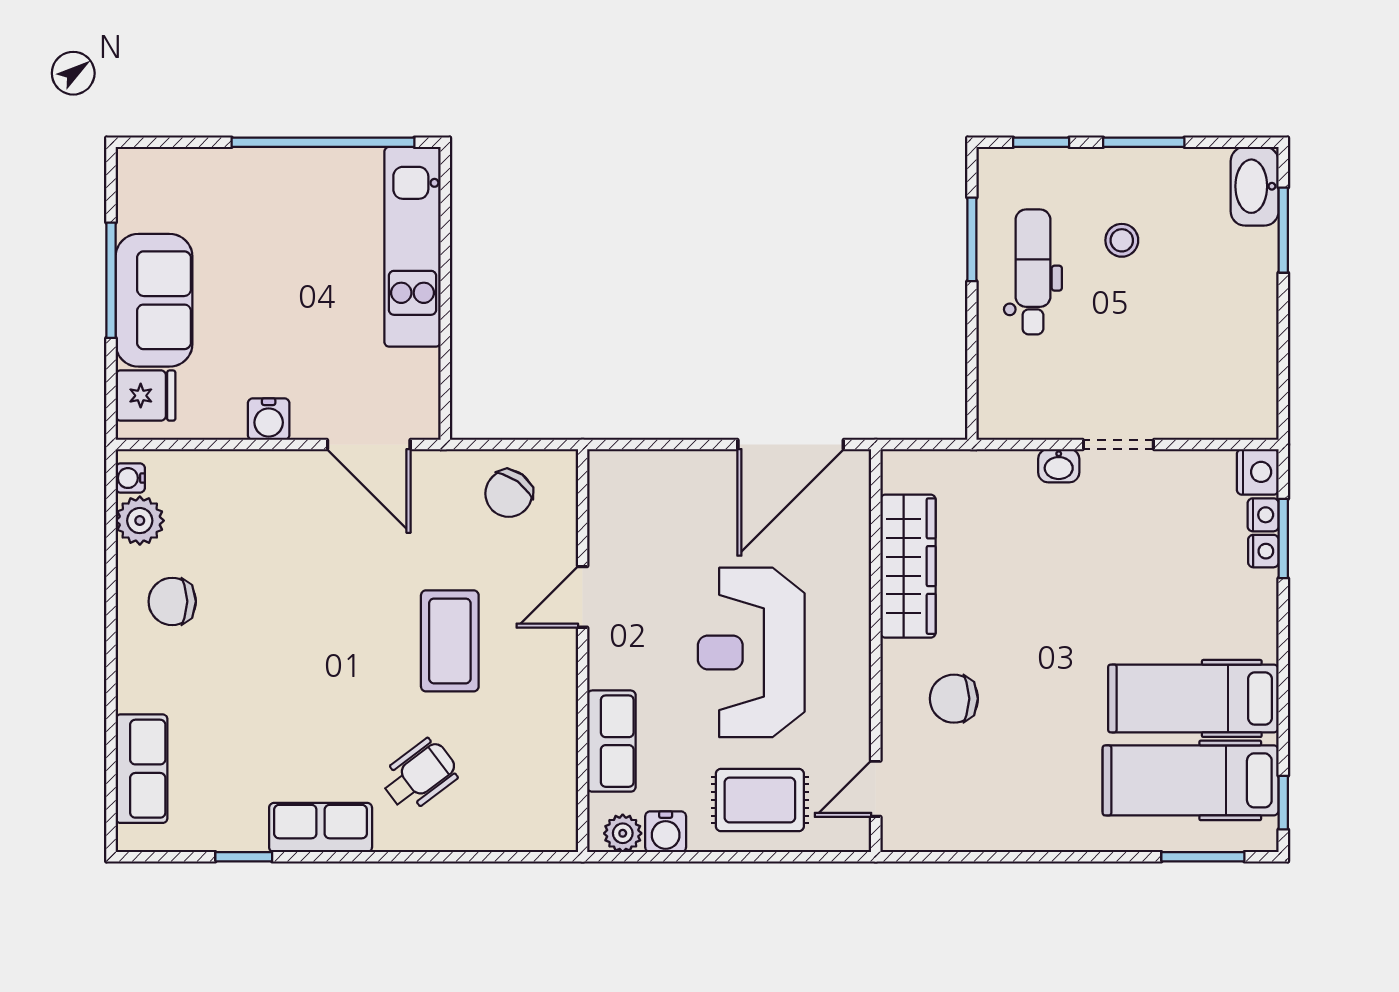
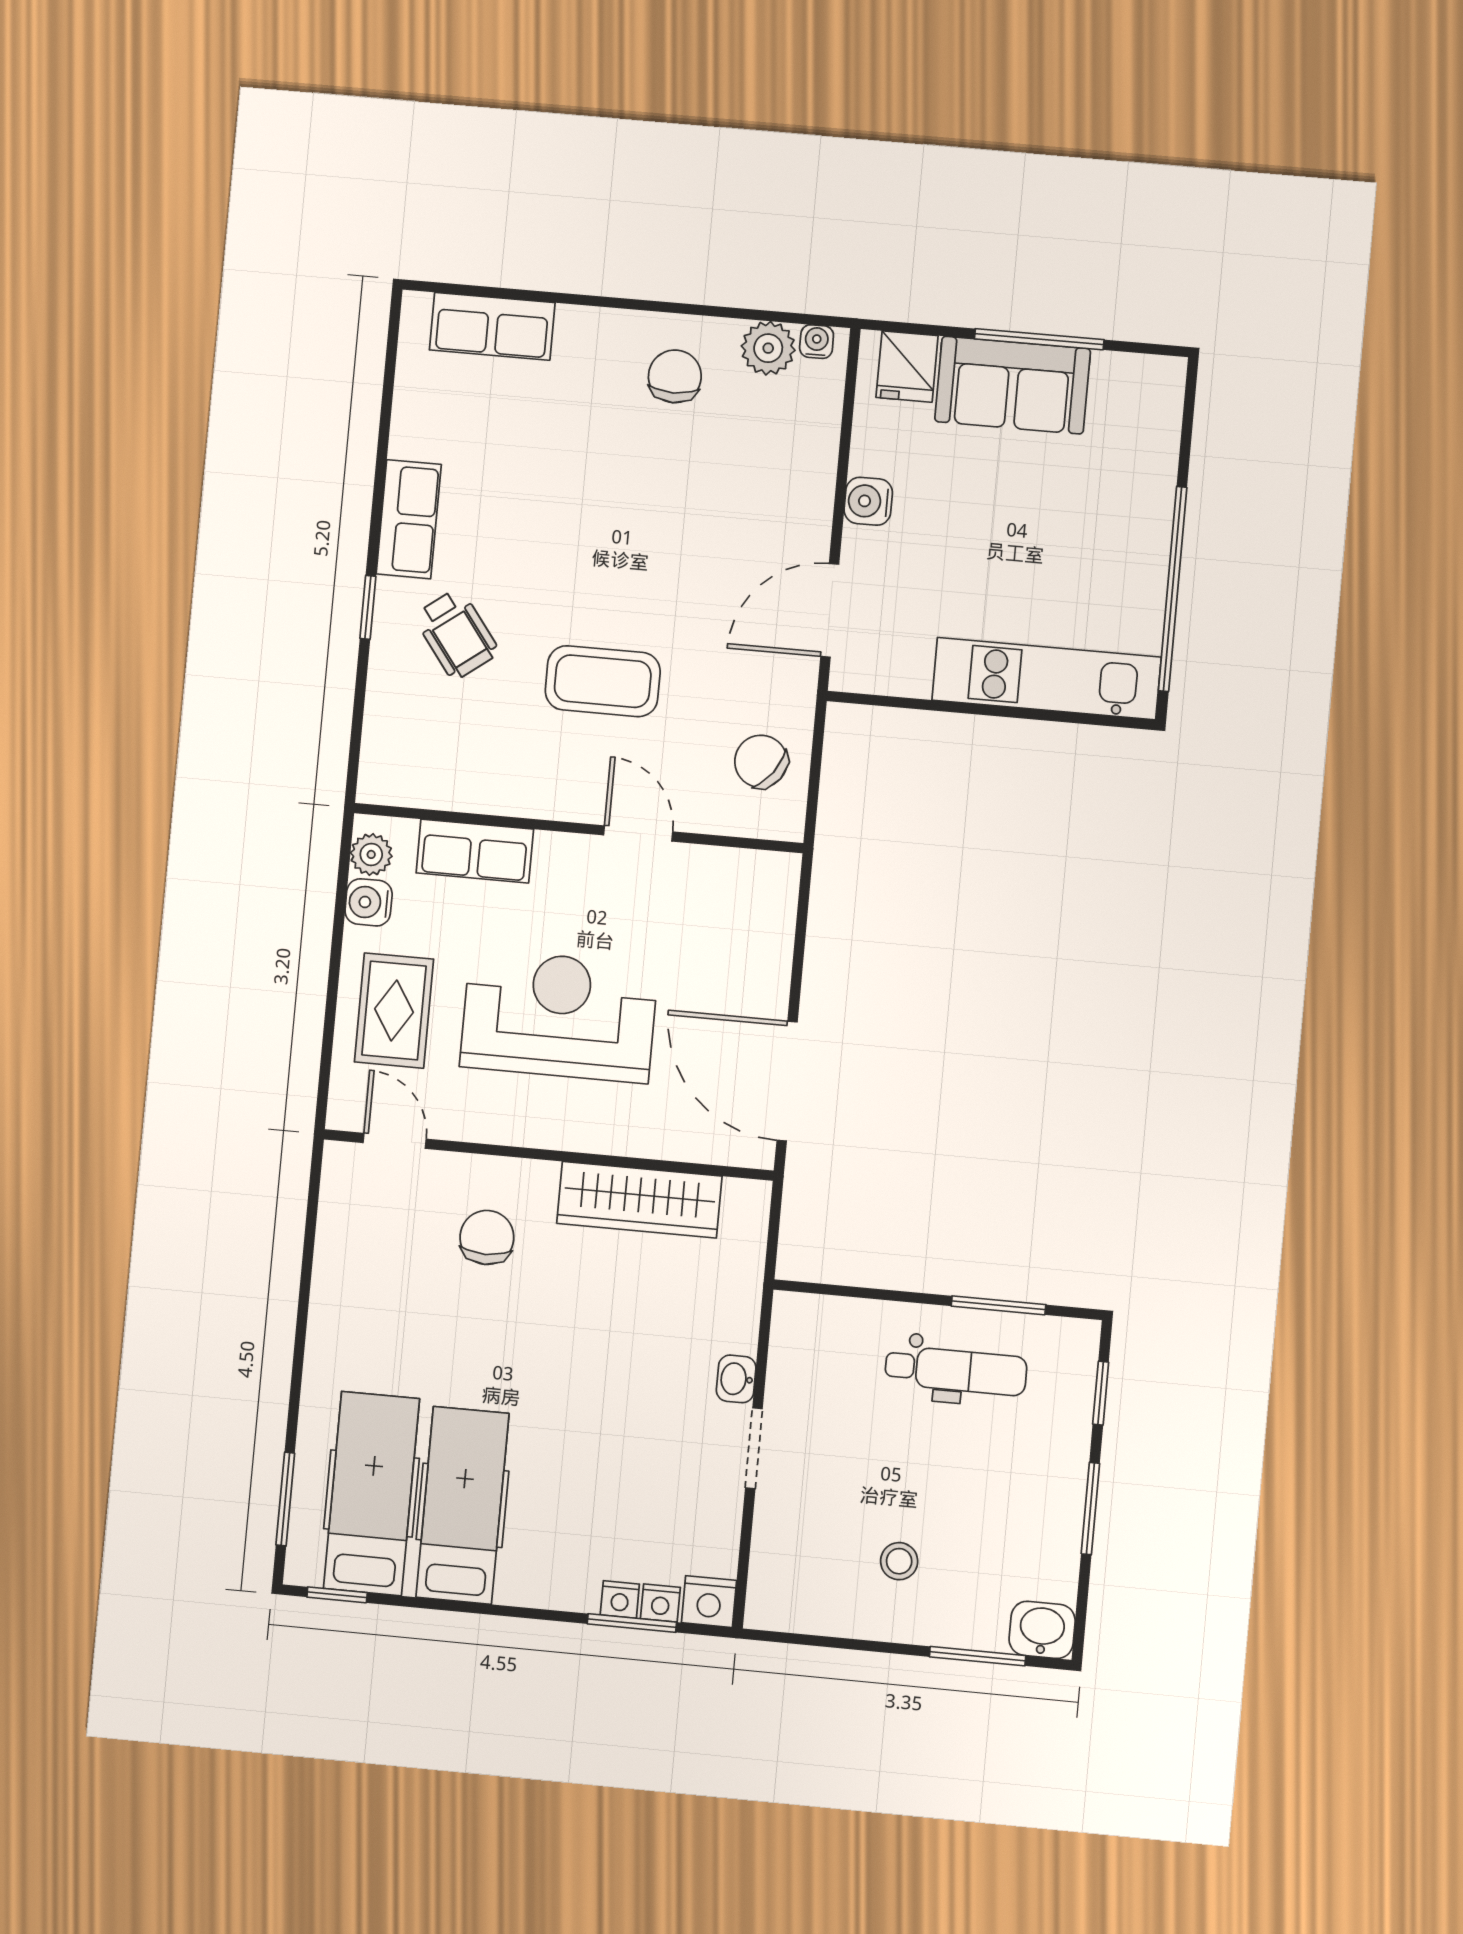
washbasin: (1255, 186) -> (1042, 1630), width x0.72
stool: (1122, 240) -> (899, 1561), moved
window: (244, 857) -> (368, 607), moved

